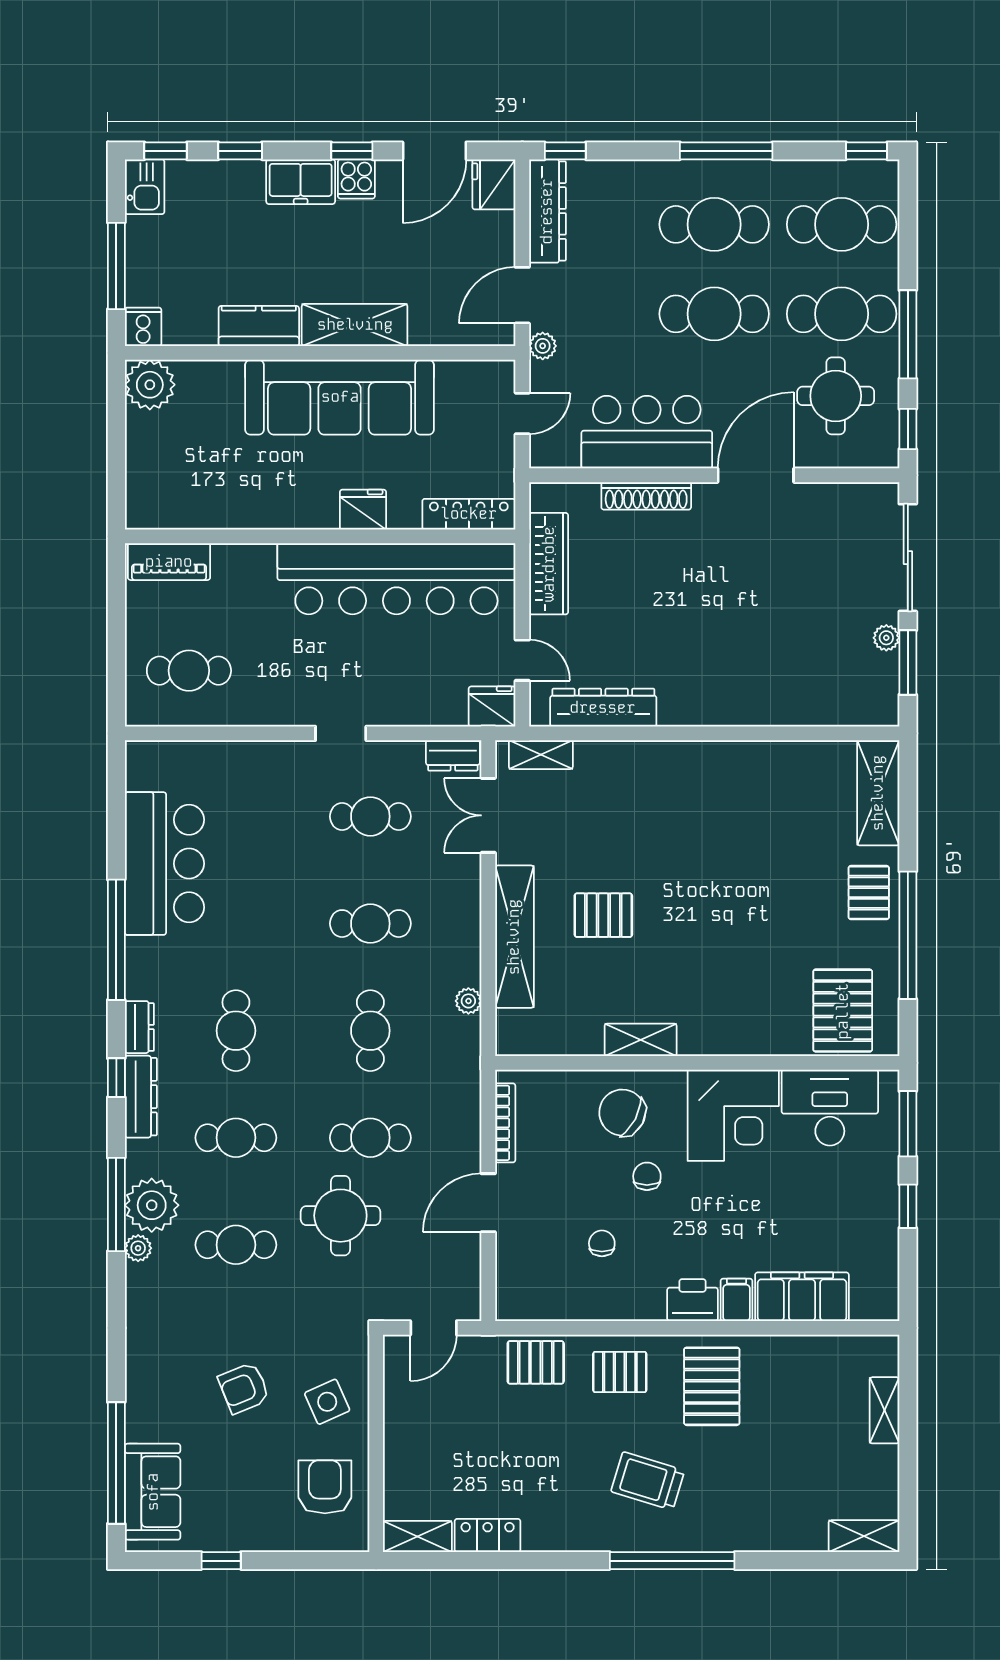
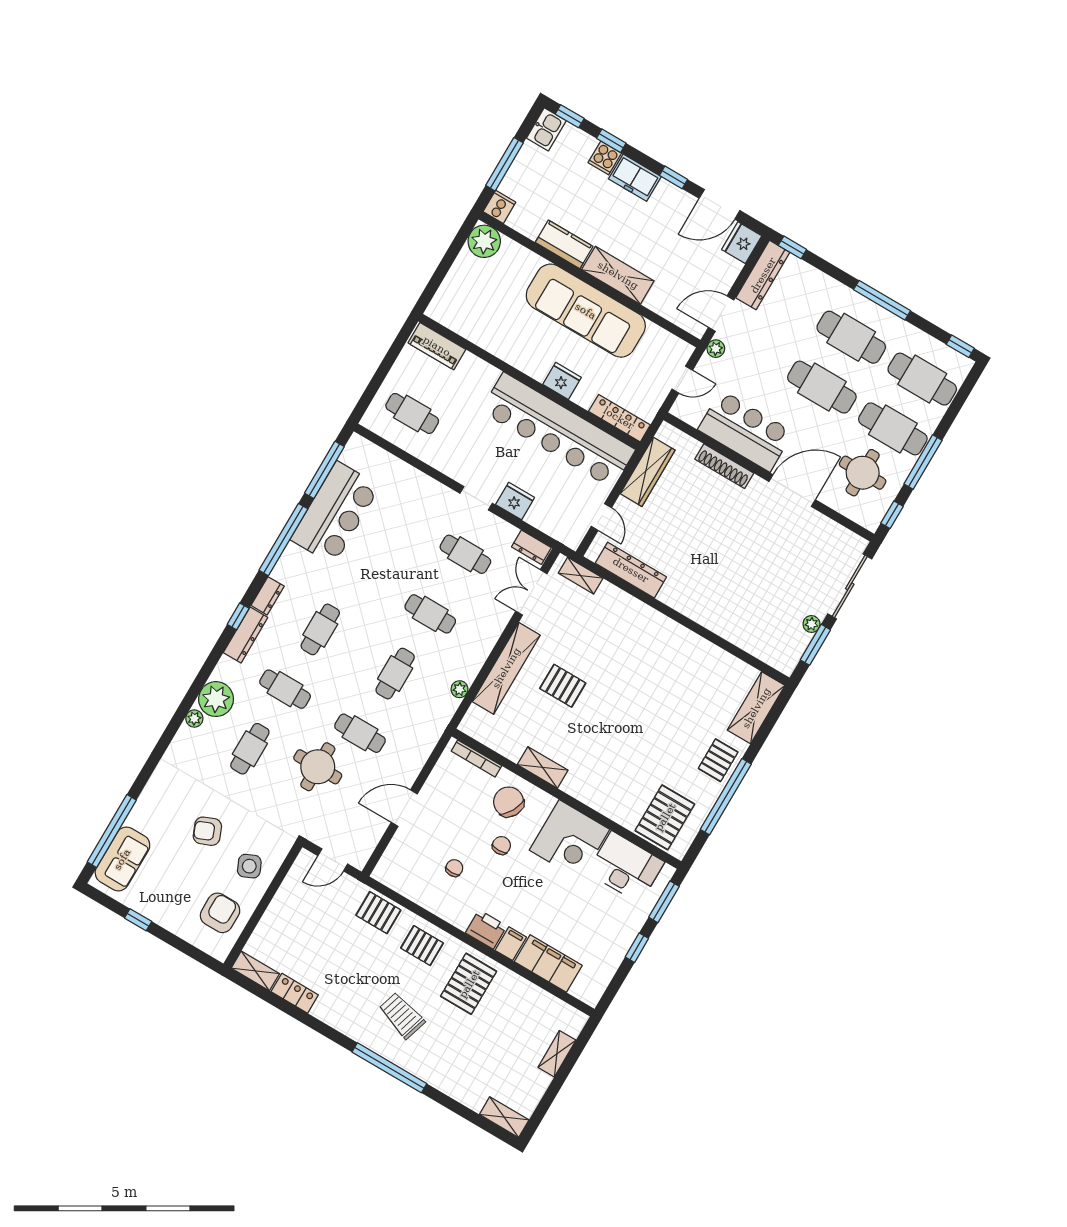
cooker: (356, 179) -> (605, 158), moved
fridge: (492, 706) -> (515, 501), moved
bookcase: (505, 1123) -> (476, 758), moved, turned 90
window: (116, 1204) -> (324, 470), moved
cafe table: (236, 1245) -> (250, 749), turned 90

